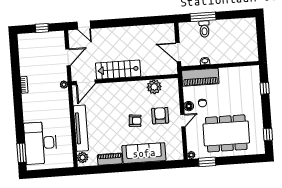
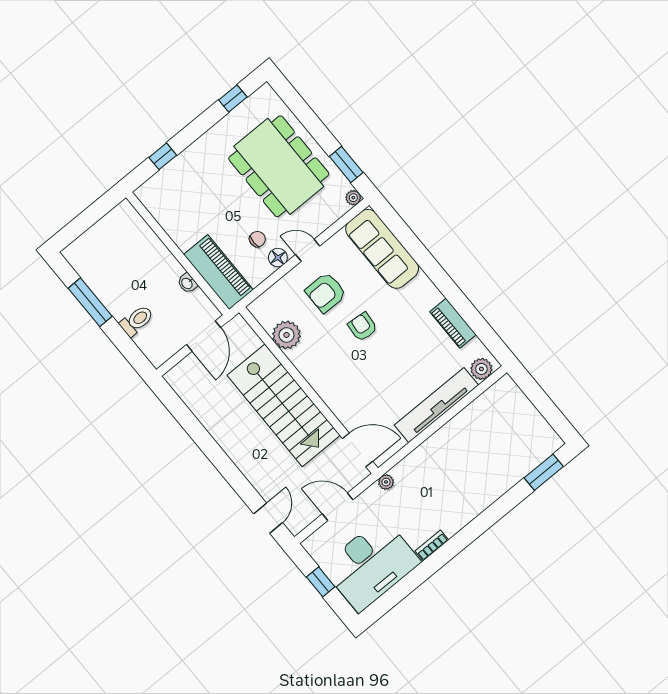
window: (203, 17) -> (90, 302), moved
stairs: (118, 70) -> (284, 405), width x1.36, depth x1.51
desk: (40, 143) -> (371, 564), moved
sofa: (144, 153) -> (382, 249), moved

